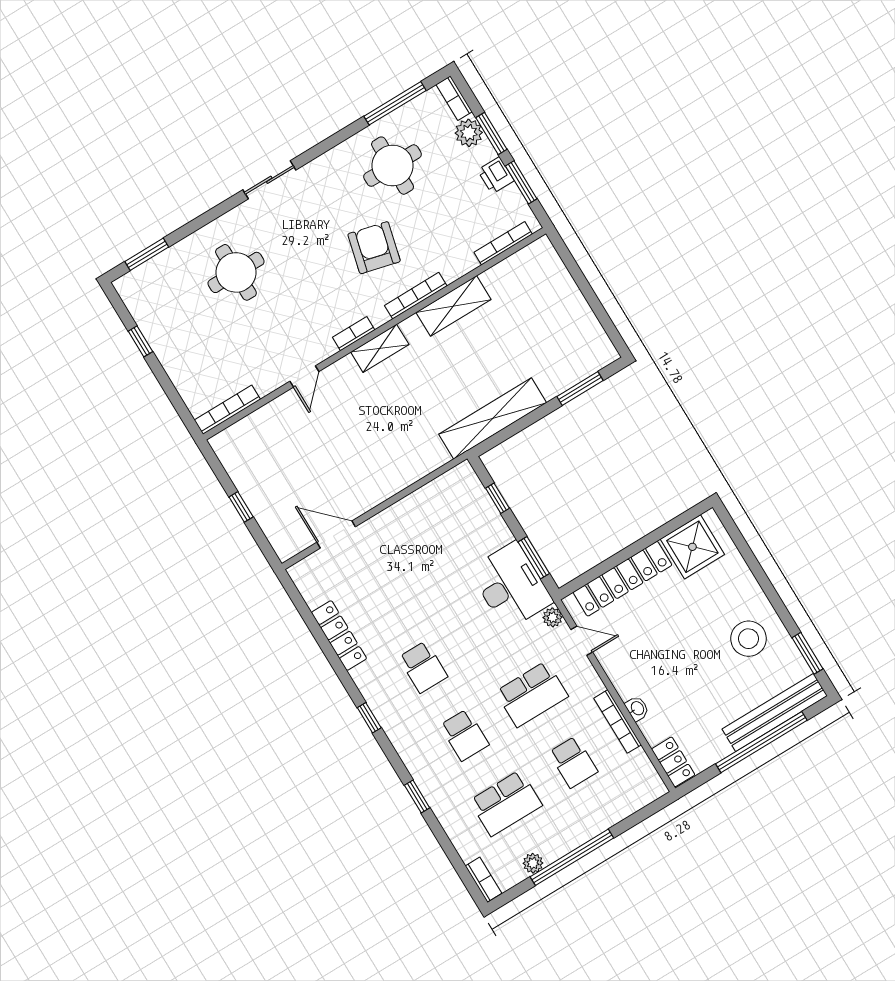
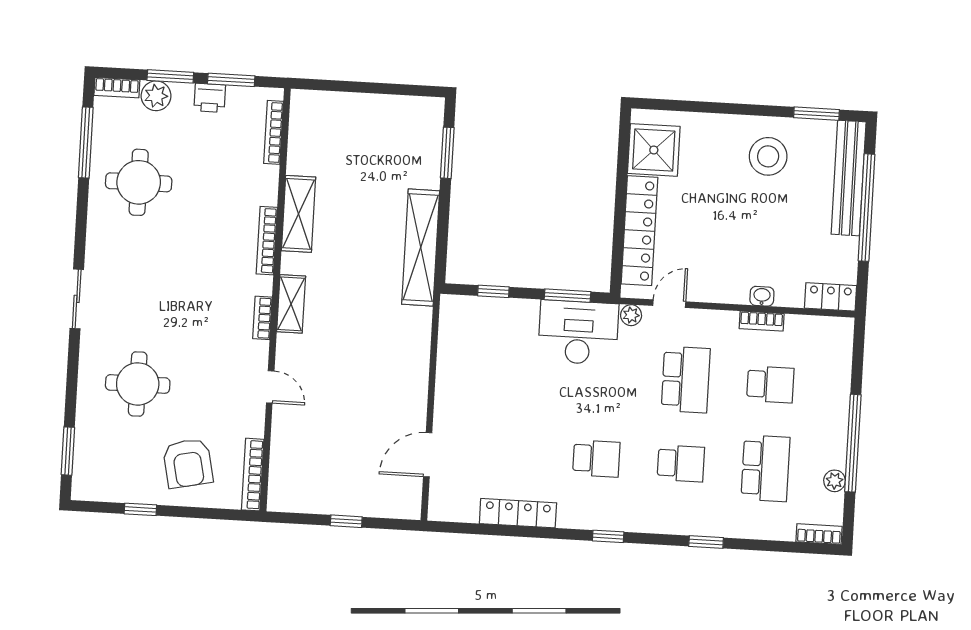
armchair: (374, 248) -> (188, 463), moved, turned -116
bookcase: (618, 721) -> (762, 321), width x0.64

